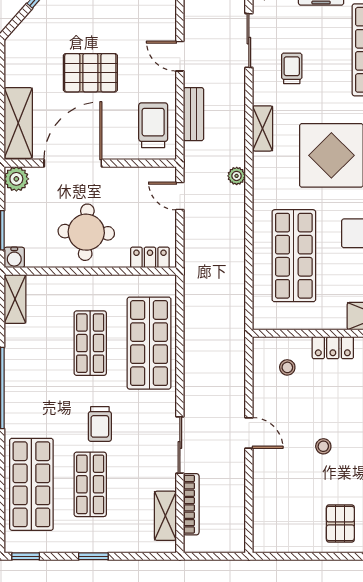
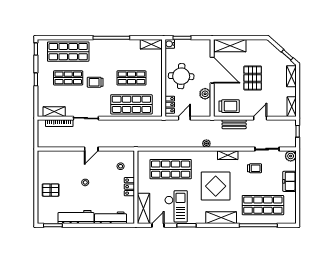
plant: (16, 179) -> (205, 94), moved
door: (180, 196) -> (184, 118), moved

